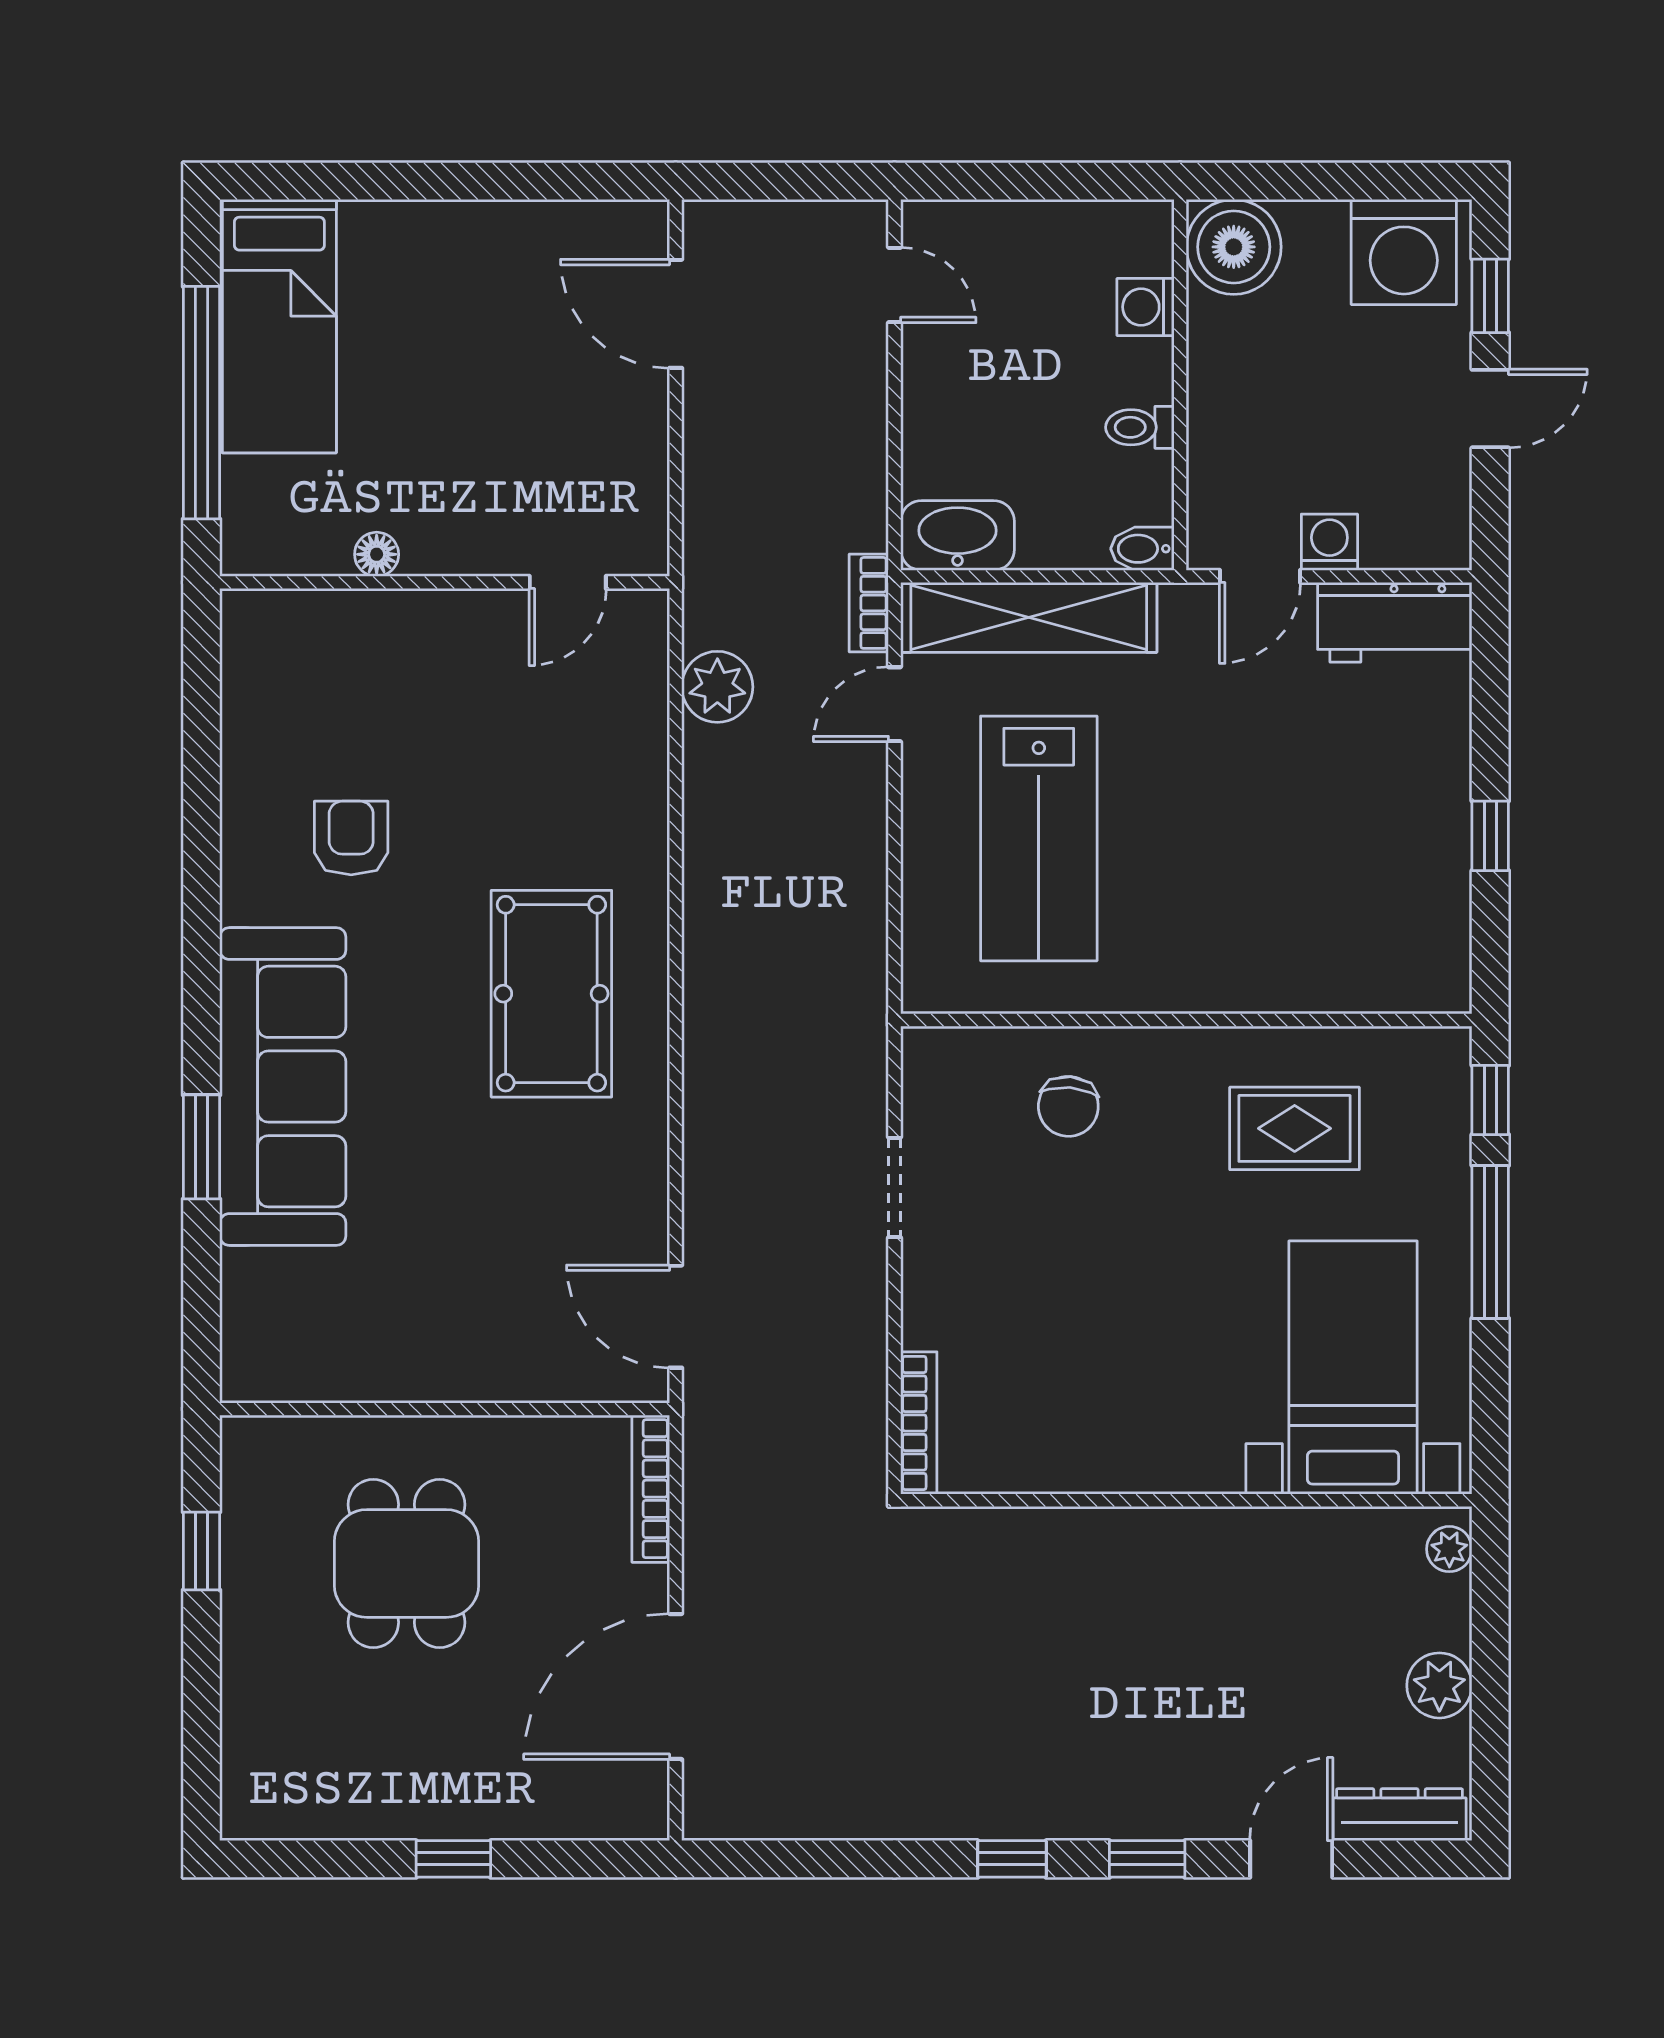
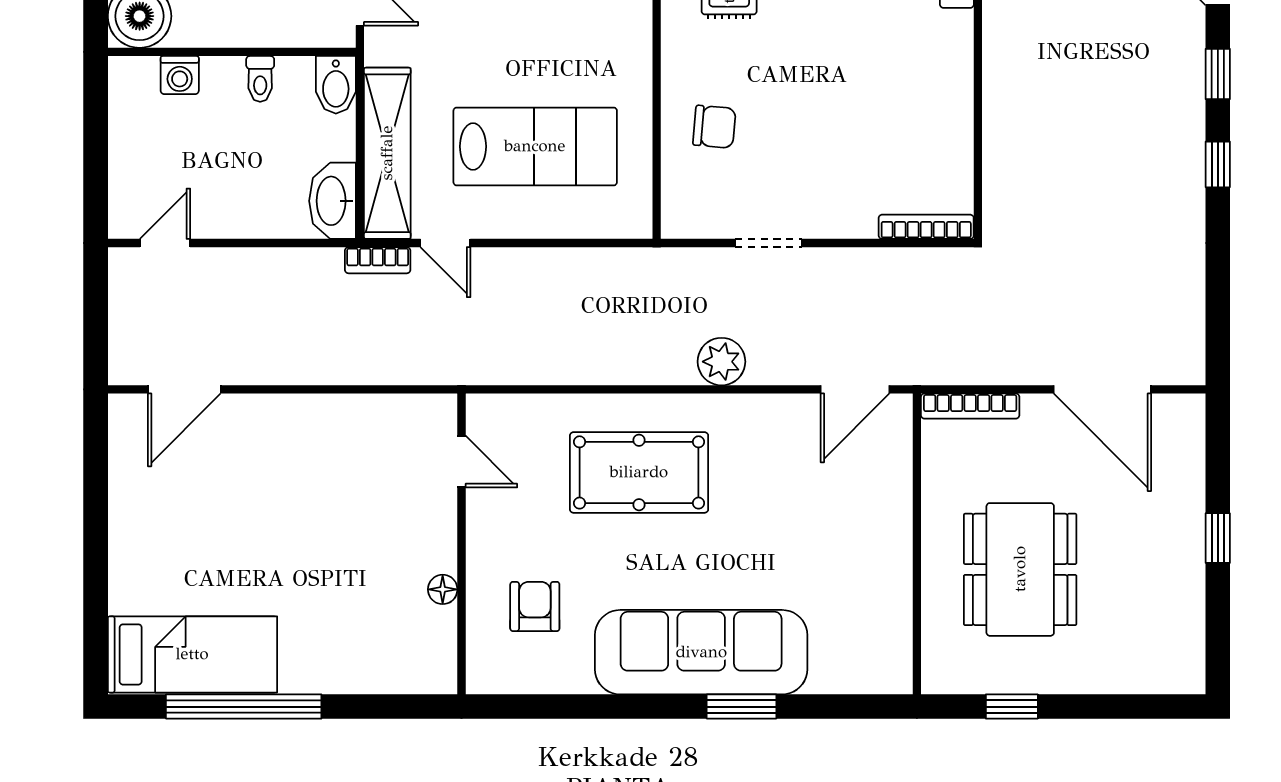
bidet: (1142, 549) -> (336, 85), width x1.38, depth x1.36
floor lamp: (377, 554) -> (443, 589), moved
wall: (445, 582) -> (461, 544), moved
door: (568, 582) -> (461, 462), moved
plant: (717, 687) -> (721, 362), moved
armchair: (351, 838) -> (535, 606), turned 90
dining table: (406, 1563) -> (1020, 569), width x1.38

